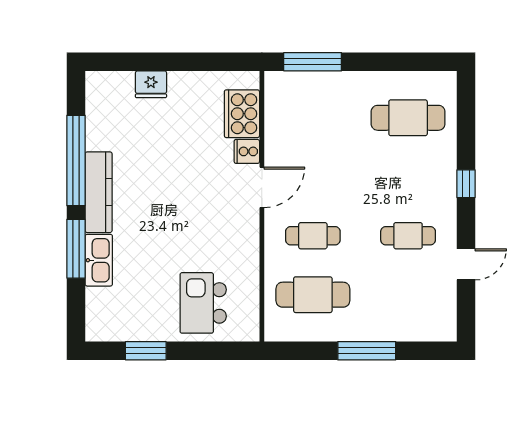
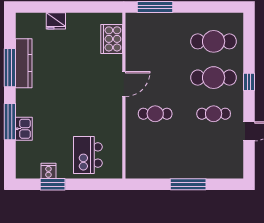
cooker: (247, 151) -> (48, 171), moved, turned 90
window: (76, 160) -> (10, 68), width x0.68
kitchen counter: (99, 192) -> (24, 63), moved
kitchen sink: (99, 260) -> (24, 129), width x0.73
cafe table: (313, 295) -> (214, 78), moved

